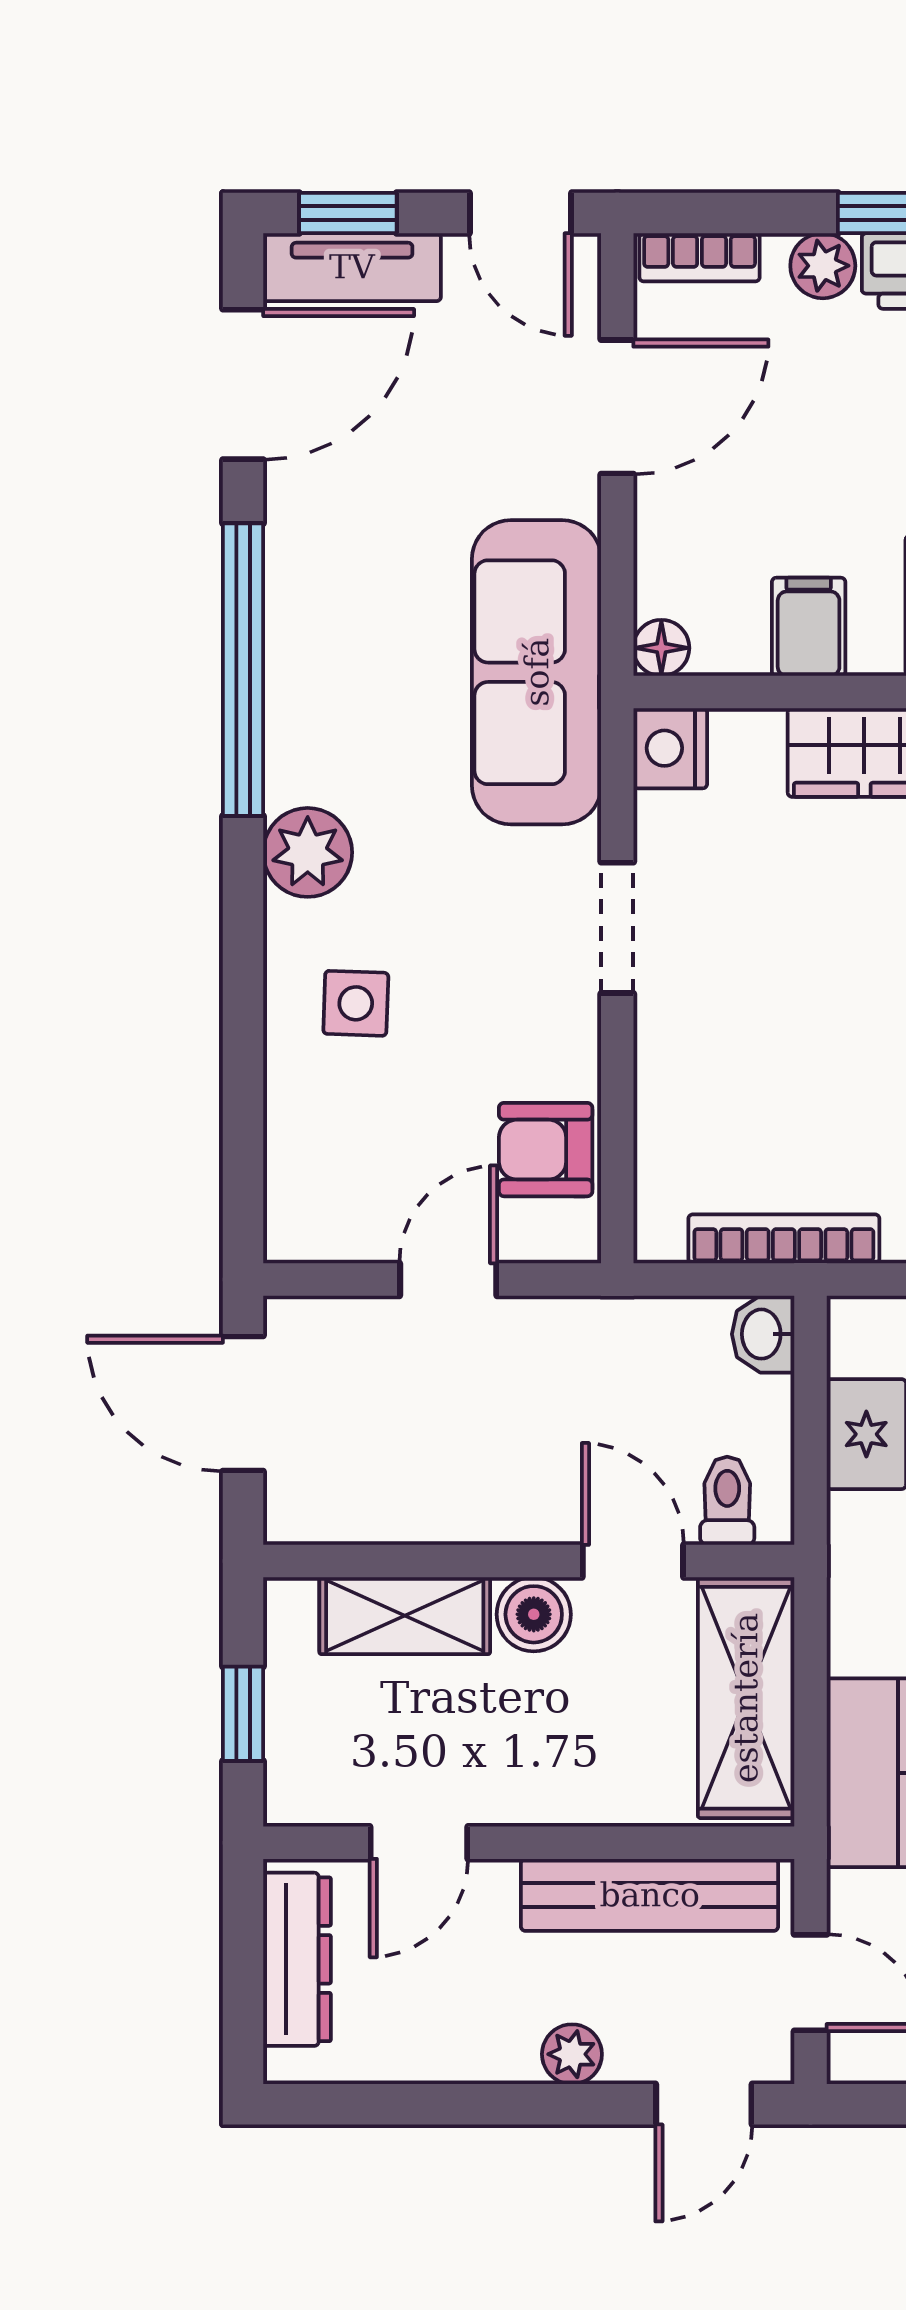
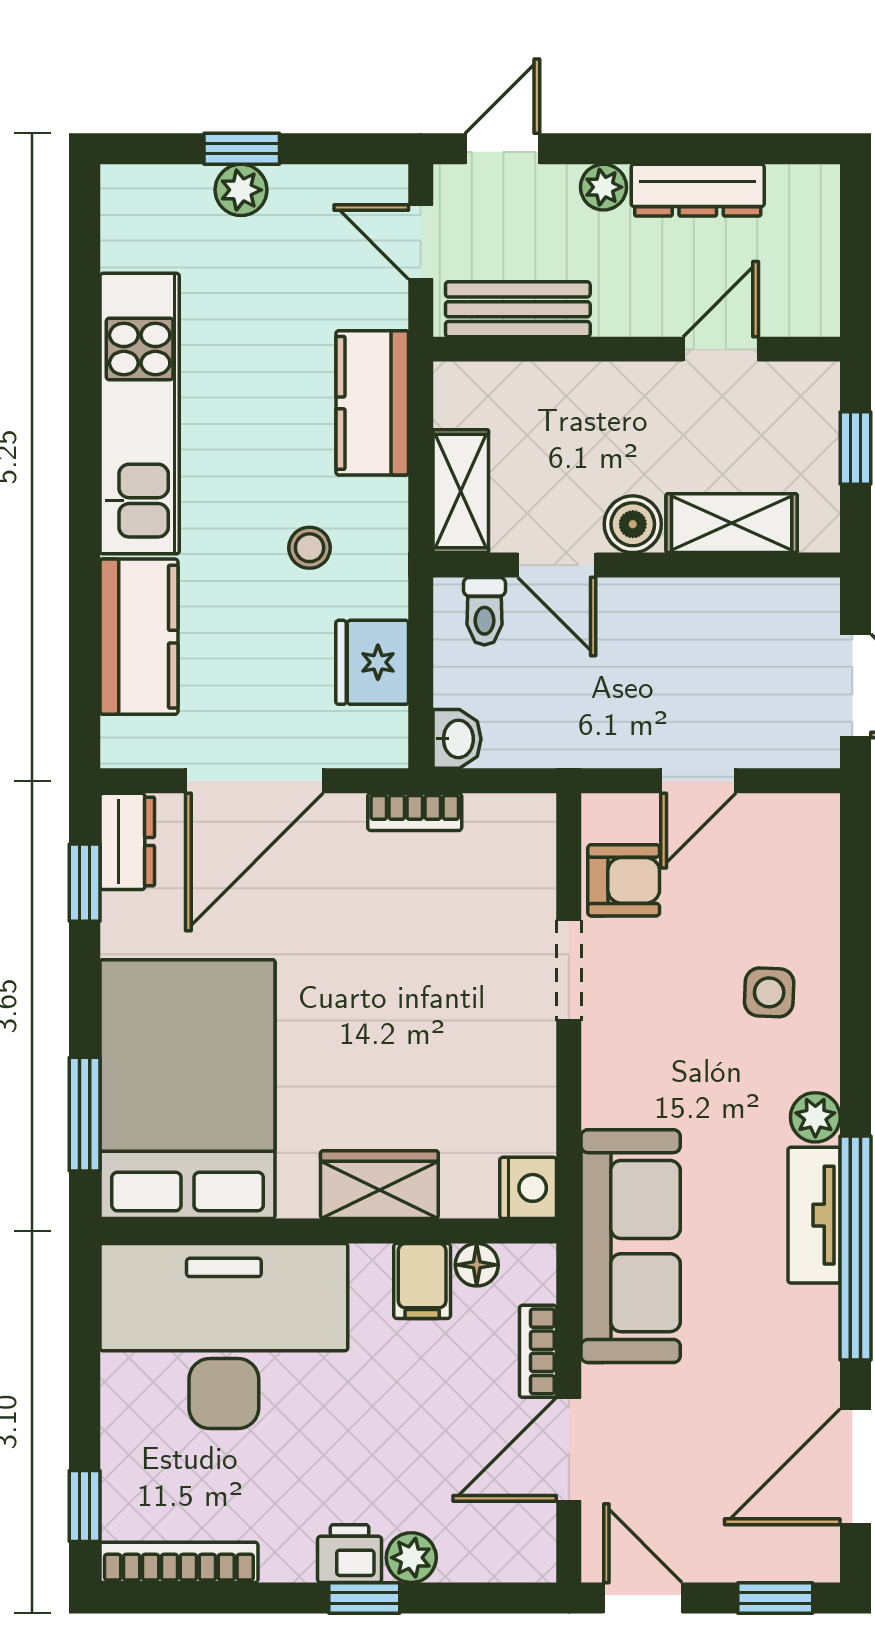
bookcase: (700, 257) -> (538, 1351), moved, turned -90
tv unit: (352, 267) -> (814, 1215), moved, turned -90
floor lamp: (661, 648) -> (477, 1265), moved
plant: (308, 852) -> (815, 1117), width x0.73, depth x0.73
doorway: (617, 928) -> (569, 970), moved
bookcase: (784, 1239) -> (415, 812), width x0.64
shelving: (746, 1698) -> (461, 491), width x0.67, depth x0.75
bench: (650, 1895) -> (518, 309), width x0.73
dresser: (297, 1959) -> (698, 190), moved, turned -90

